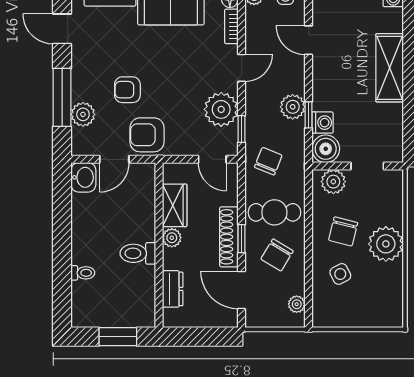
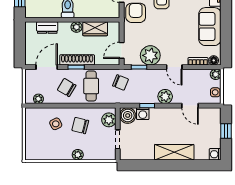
door: (309, 40) -> (190, 106), swing flipped
plant: (293, 107) -> (165, 97), moved
plant: (386, 244) -> (78, 155), width x0.53, depth x0.53

